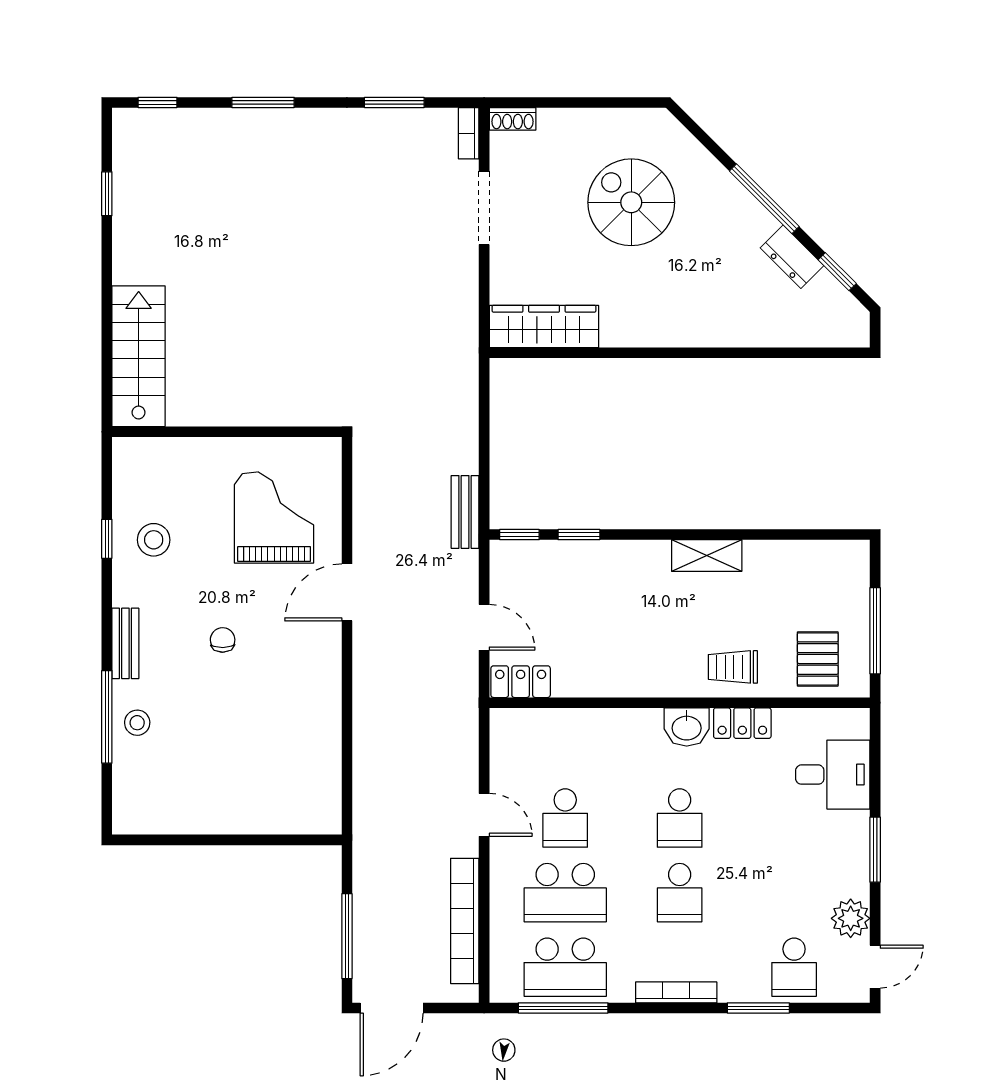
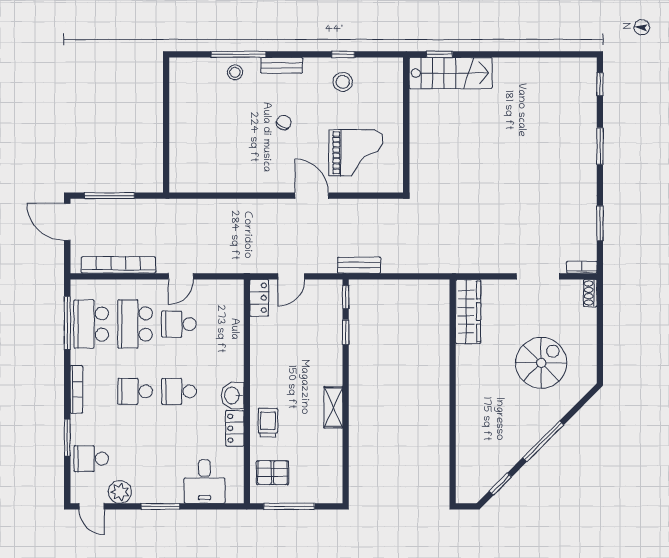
window: (107, 194) -> (439, 54), moved
dresser: (792, 257) -> (509, 457), removed
chair: (223, 640) -> (284, 123), turned -60

